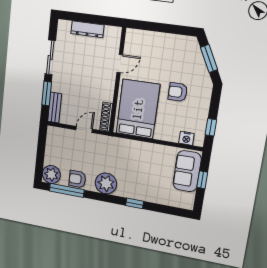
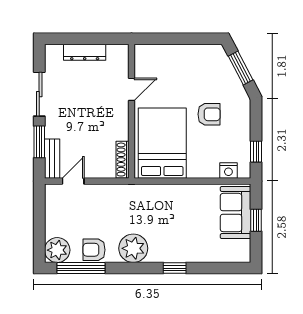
armchair: (178, 92) -> (209, 114), turned 180
door: (84, 129) -> (73, 181), moved

